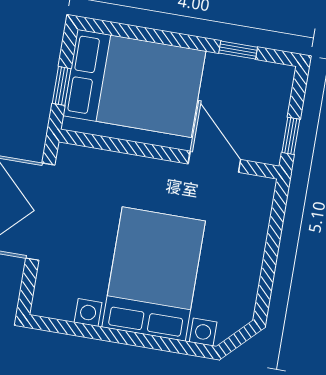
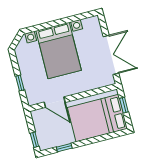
window: (291, 136) -> (34, 140), moved
window: (273, 240) -> (20, 83), added

